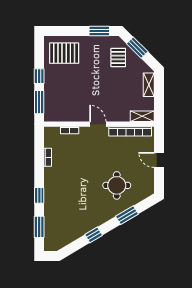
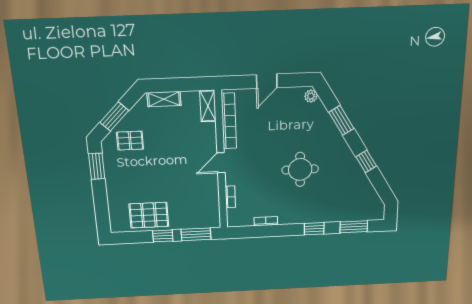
pallet: (64, 53) -> (149, 215), moved, turned 90
round table: (117, 185) -> (300, 169), moved
plant: (147, 192) -> (311, 96), added

